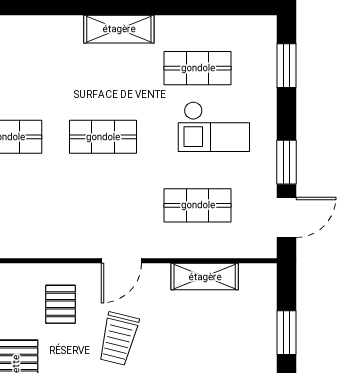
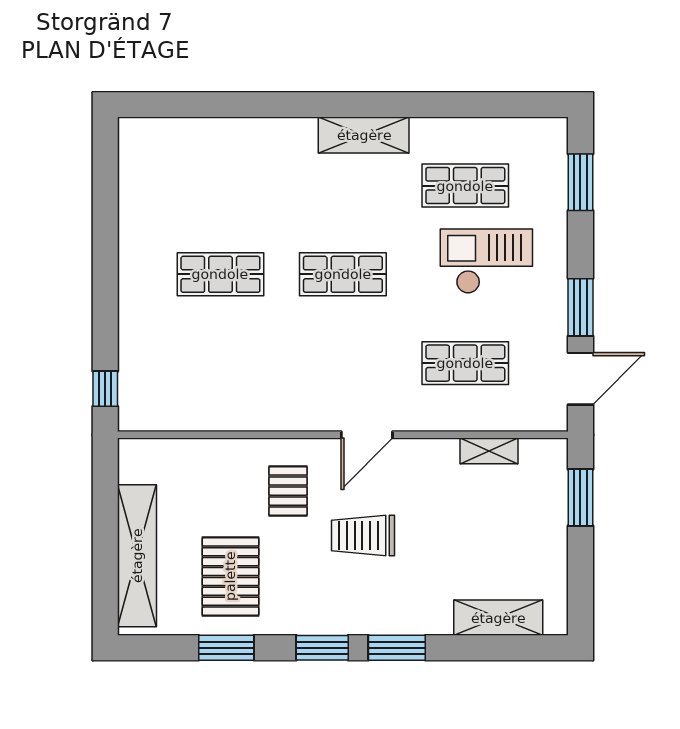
checkout: (214, 127) -> (486, 261), turned 180
shelving: (205, 277) -> (489, 451), width x0.67, depth x0.75
window: (287, 333) -> (580, 497), moved
trolley: (118, 339) -> (363, 536), turned 76

